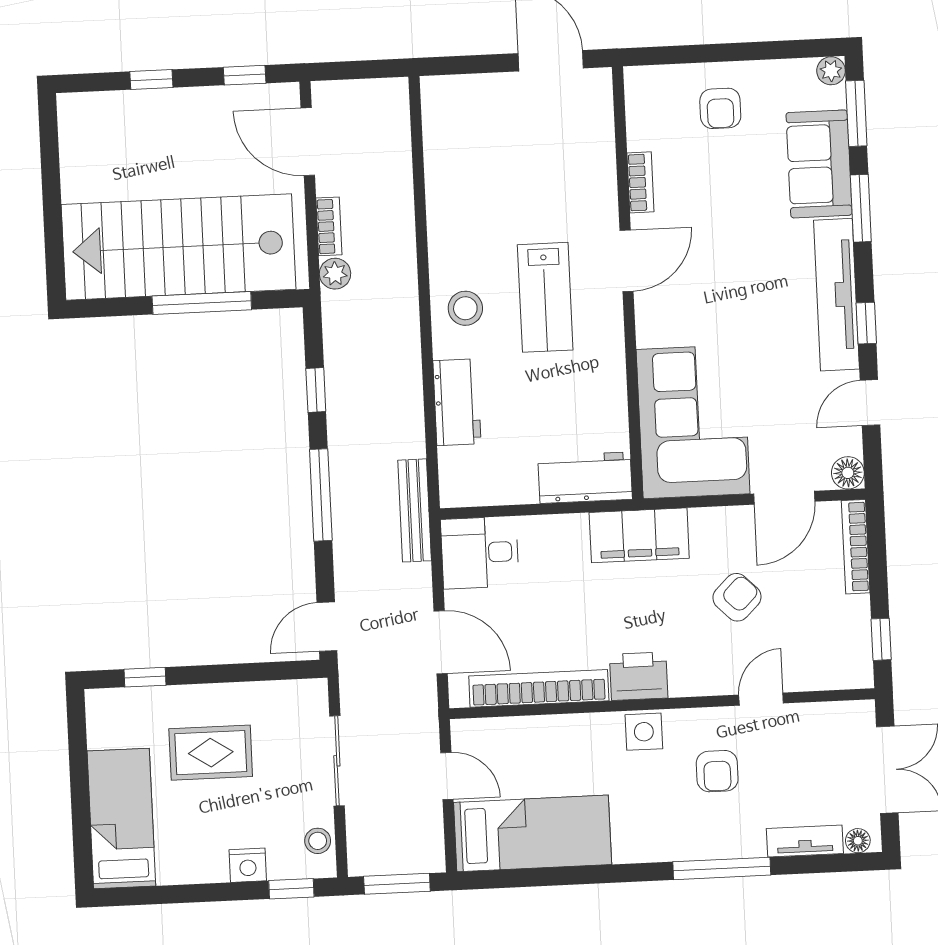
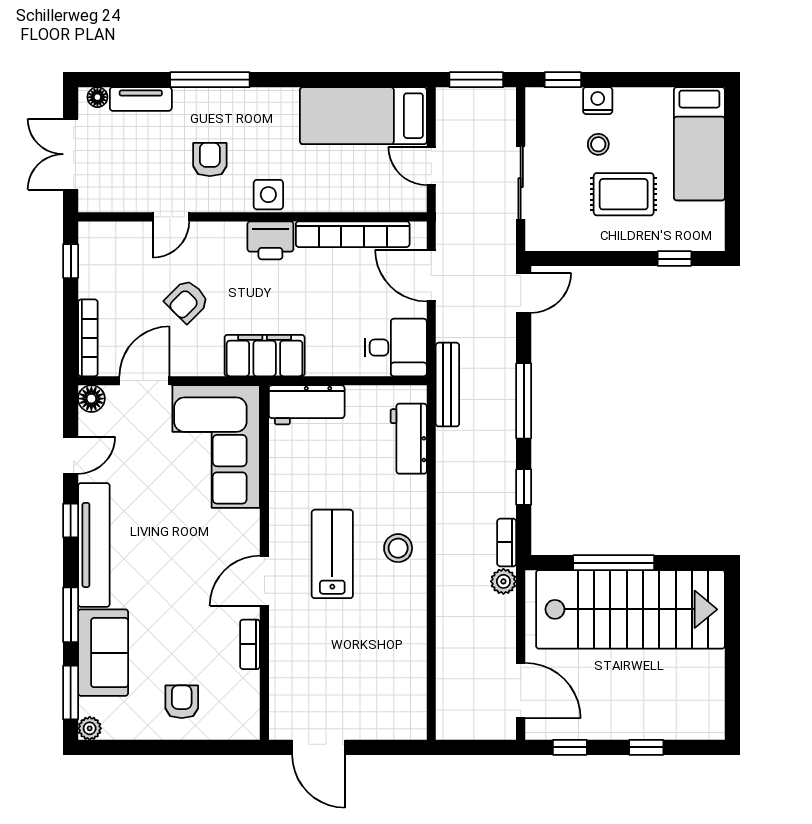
bookcase: (329, 226) -> (507, 542), moved
workbench: (457, 402) -> (409, 439), moved
stool: (318, 841) -> (598, 144), moved

